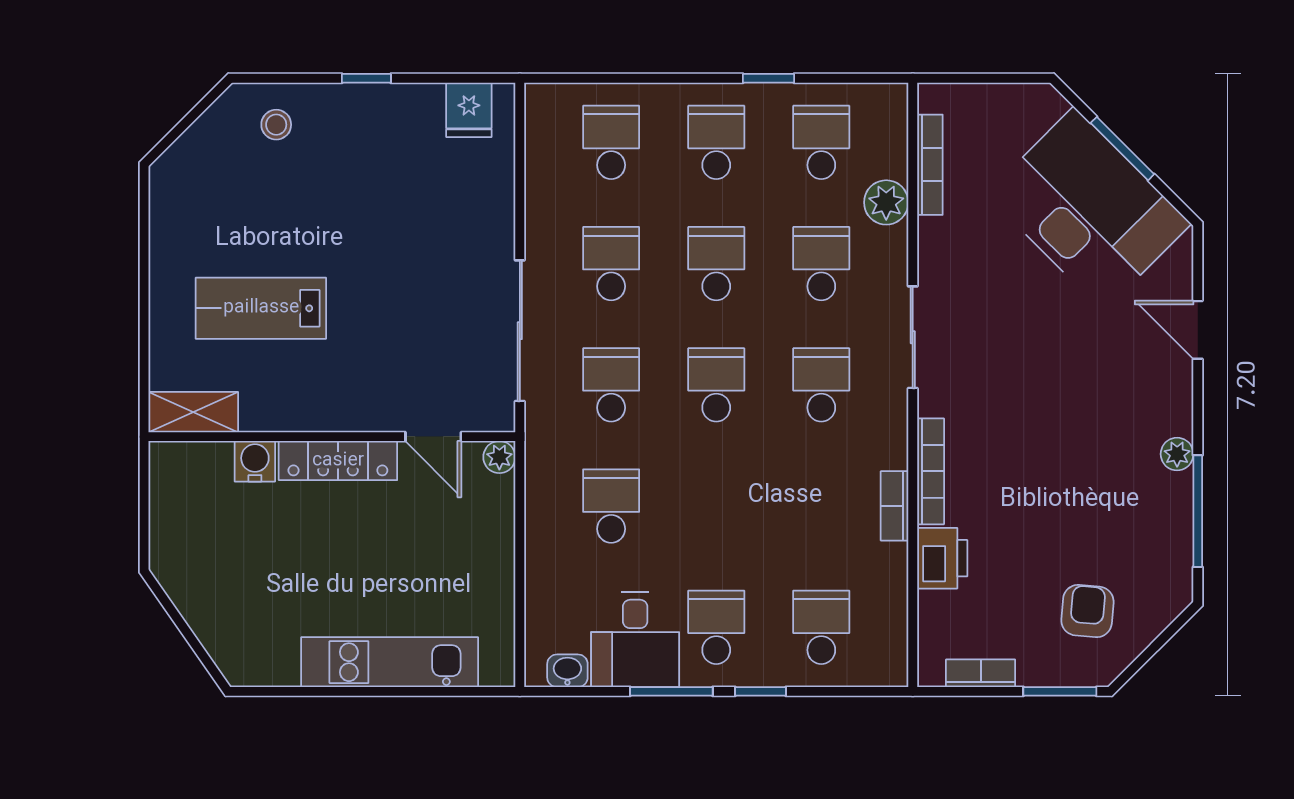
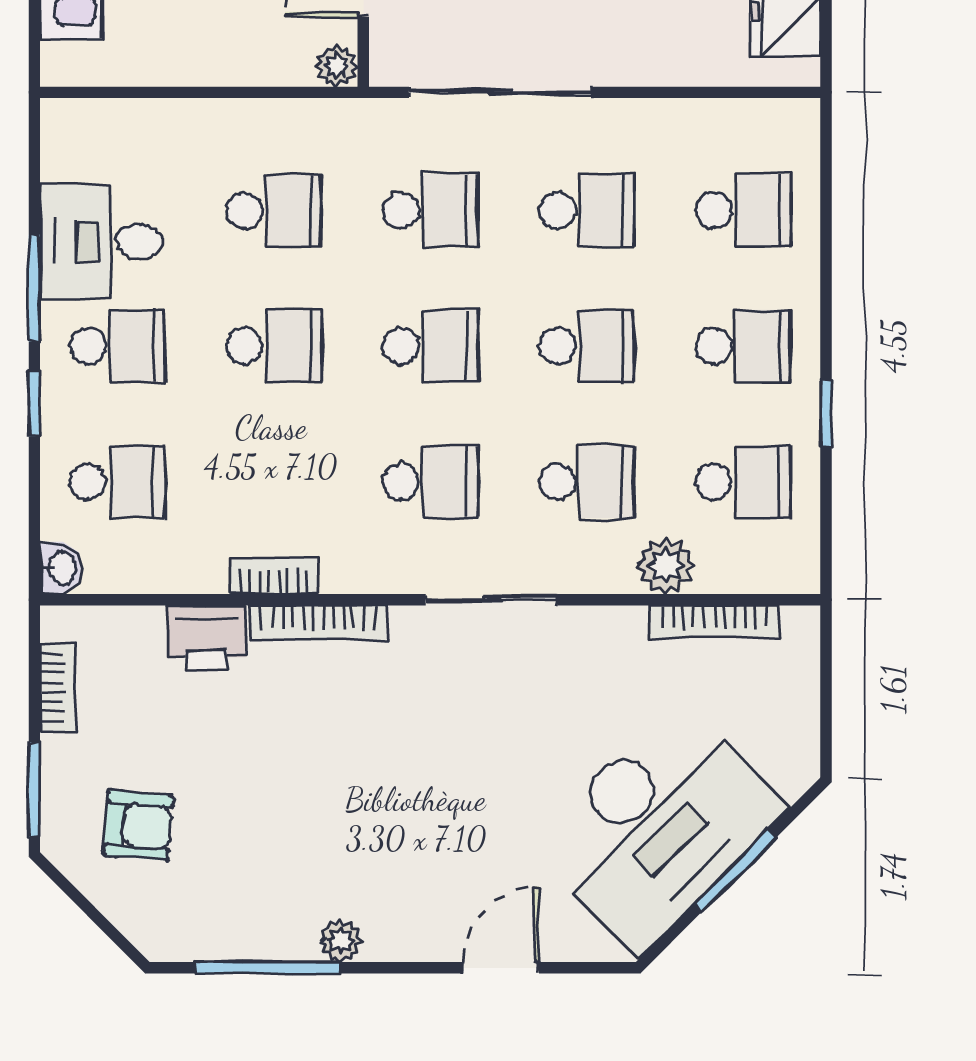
school desk: (716, 506) -> (274, 346), added
washbasin: (567, 671) -> (61, 568), moved

